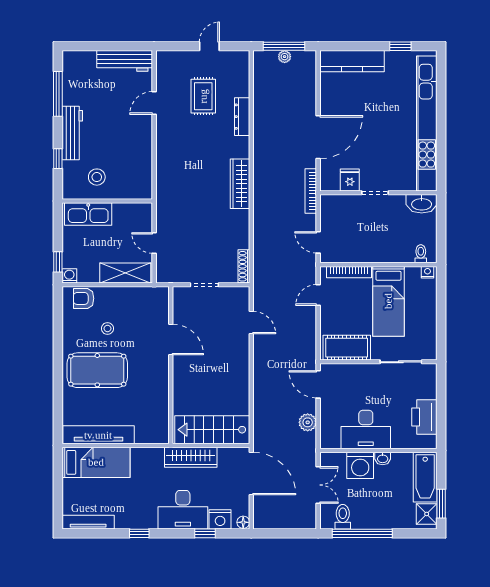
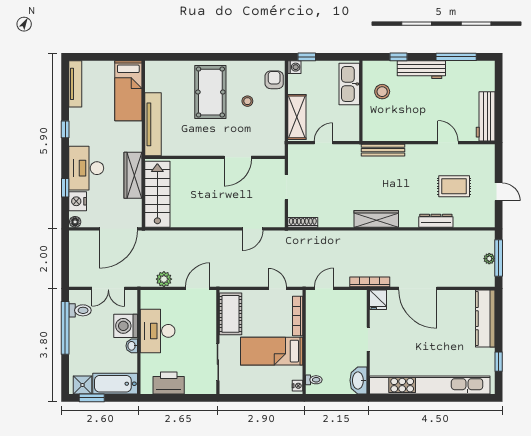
bench: (163, 176) -> (383, 150), added
fridge: (350, 180) -> (378, 300), moved, turned 90
tv unit: (98, 435) -> (153, 124), moved

